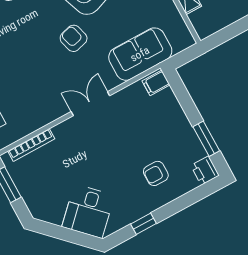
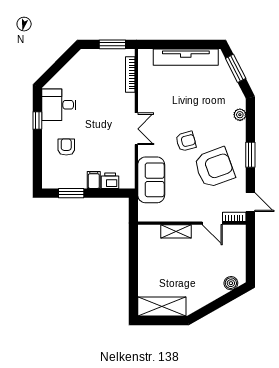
filing cabinet: (156, 83) -> (94, 180), moved
printer: (205, 170) -> (110, 181), moved
desk: (88, 211) -> (59, 105), moved, turned -45

